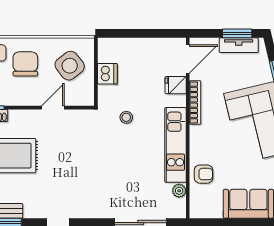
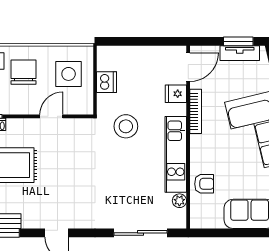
side table: (70, 66) -> (69, 74), turned 38
stool: (126, 117) -> (126, 126), width x1.89, depth x1.89

